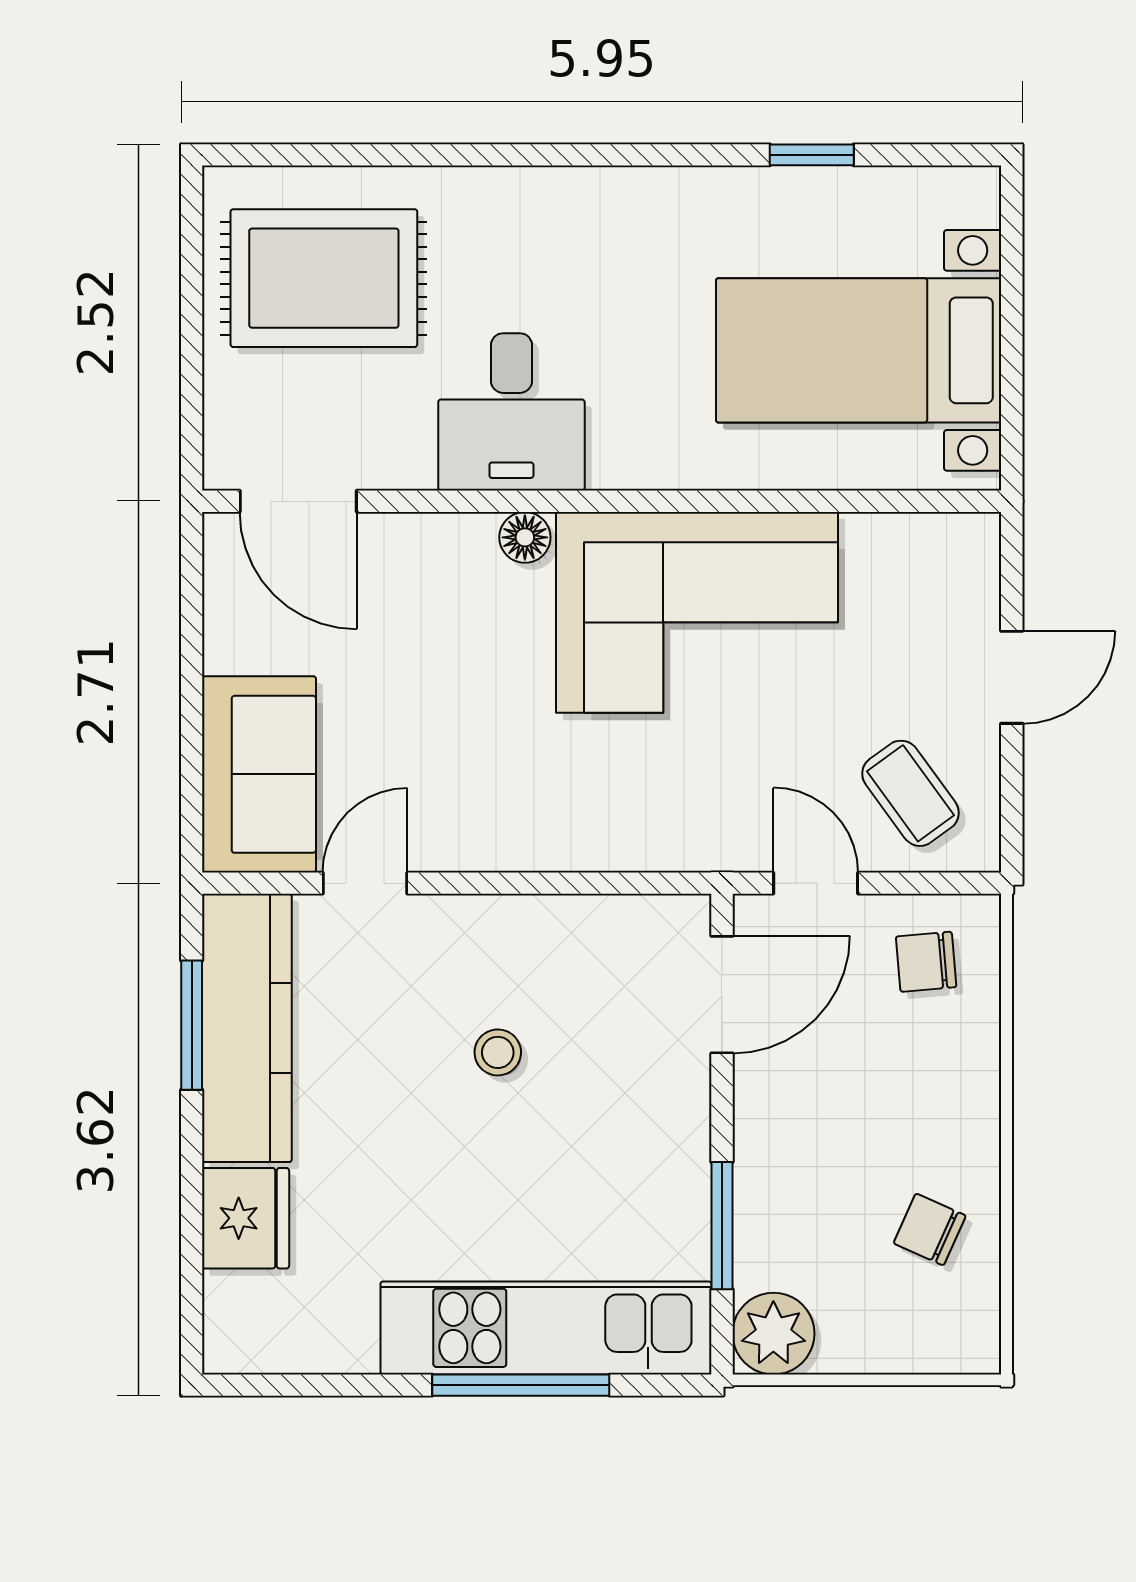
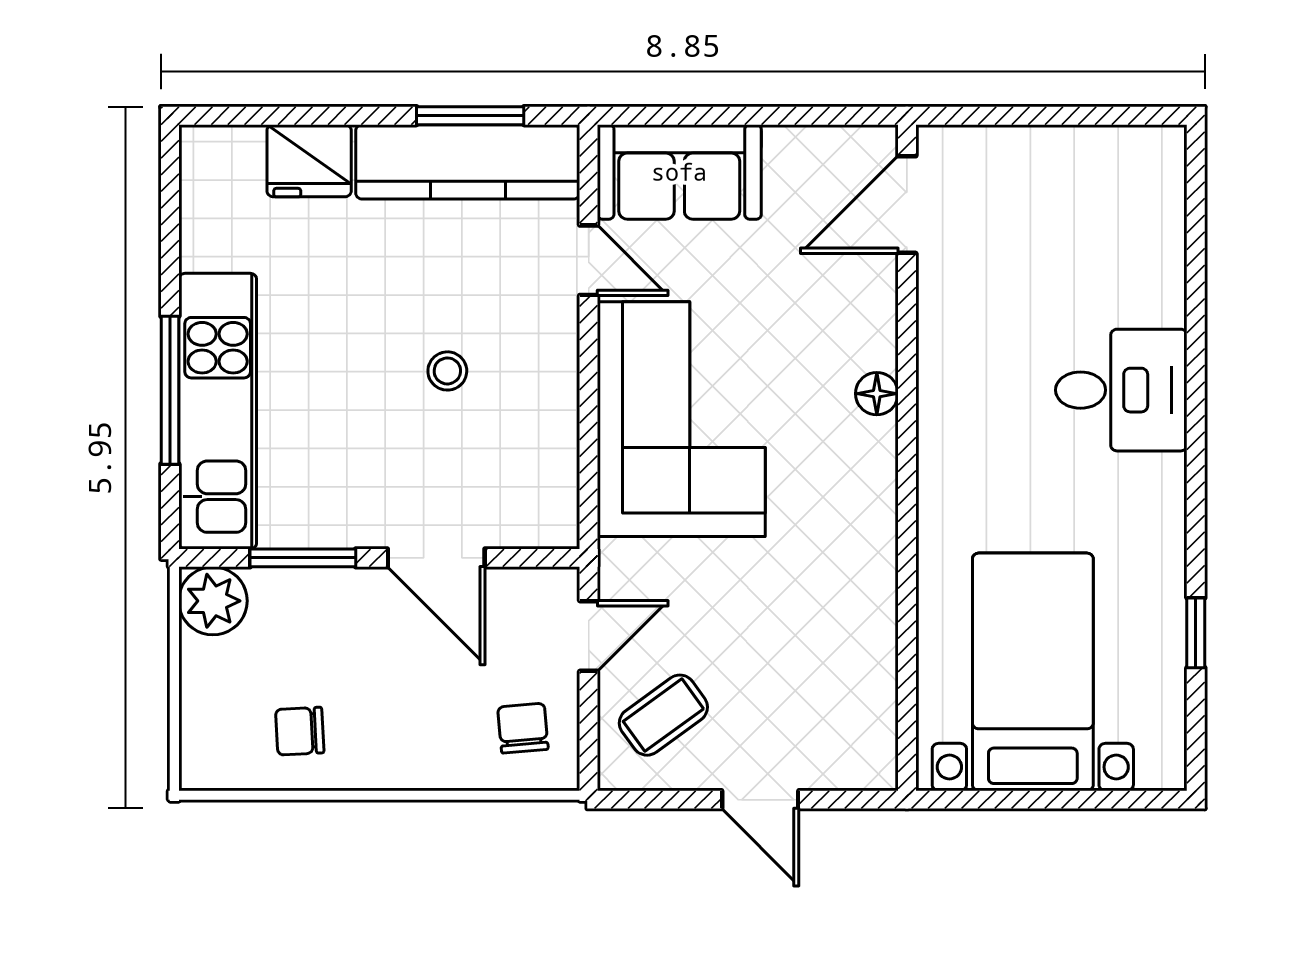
rug: (324, 278) -> (1093, 226), removed
desk: (511, 412) -> (1121, 390), moved, turned 180
corner sofa: (697, 612) -> (681, 419), moved, turned 180
door: (722, 995) -> (436, 558), moved
chair: (930, 1229) -> (300, 731), turned -117

